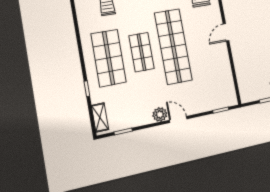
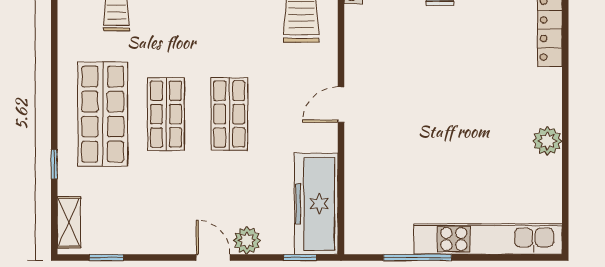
shop shelf: (173, 46) -> (229, 114), width x0.50, depth x0.74
freezer: (223, 82) -> (316, 204), added
plant: (160, 114) -> (247, 240), moved

